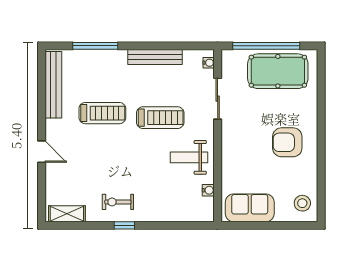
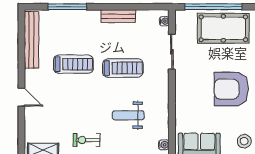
bench: (155, 57) -> (118, 16), width x0.73
armchair: (287, 142) -> (231, 89), width x1.36, depth x1.36
weight bench: (189, 157) -> (128, 115), moved
water cooler: (208, 190) -> (164, 145), moved

